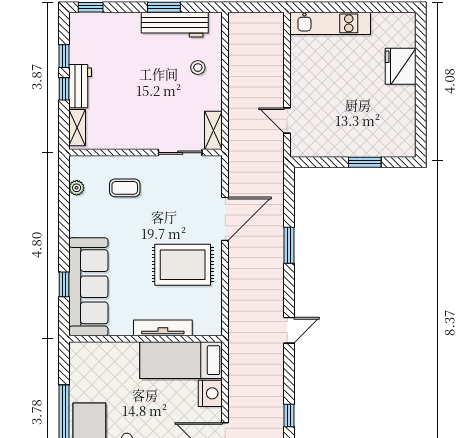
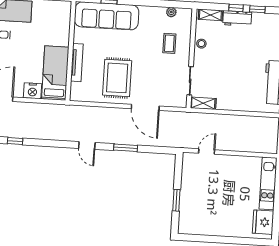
fridge: (401, 66) -> (263, 222), moved, turned -90
stool: (198, 68) -> (201, 44), moved
door: (289, 330) -> (87, 145), moved

